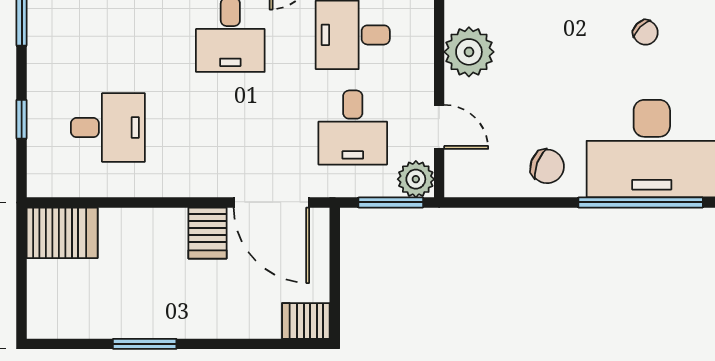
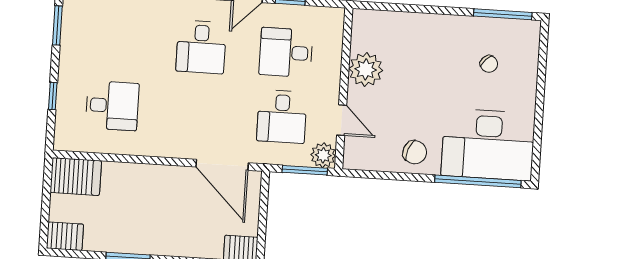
server rack: (208, 233) -> (65, 236), moved, turned -90

